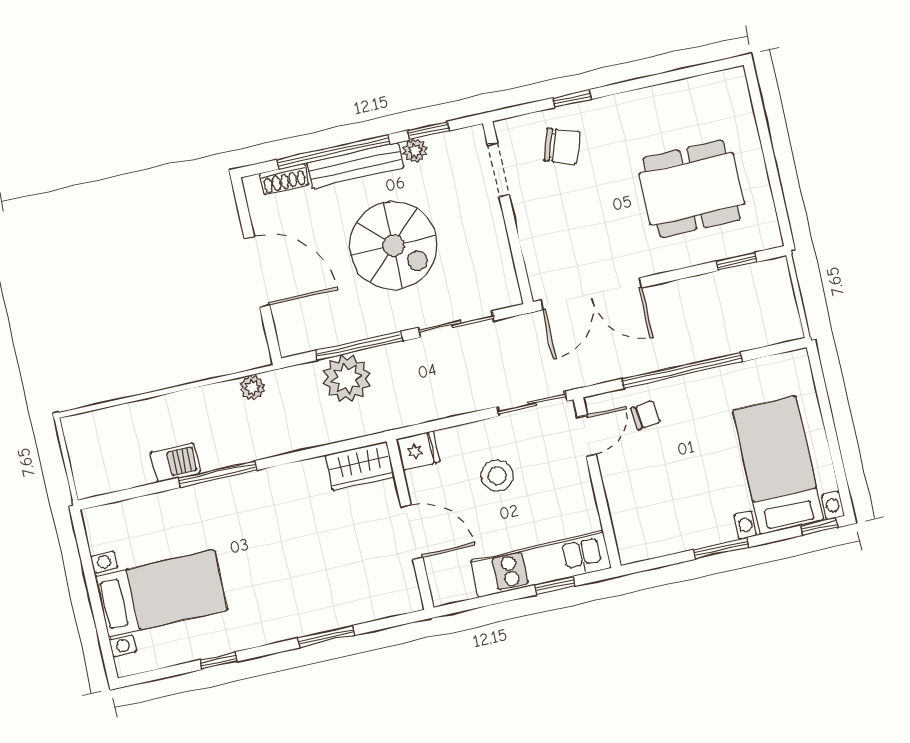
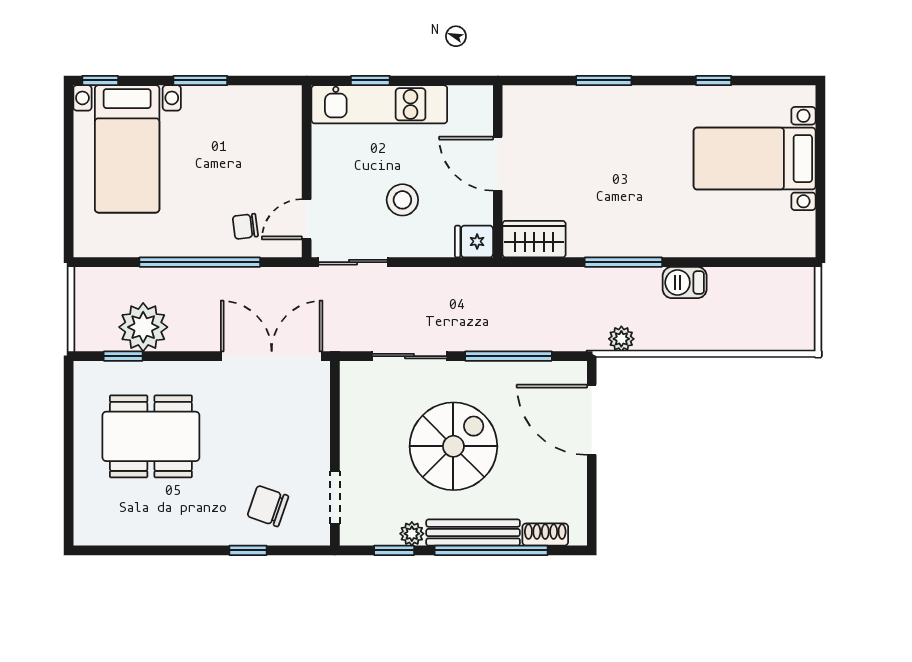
spiral stairs: (393, 245) -> (453, 446), turned 90
door: (257, 272) -> (592, 420), moved
plant: (347, 378) -> (143, 327), moved
barbecue: (175, 463) -> (685, 283), moved
window: (217, 474) -> (623, 262), moved

